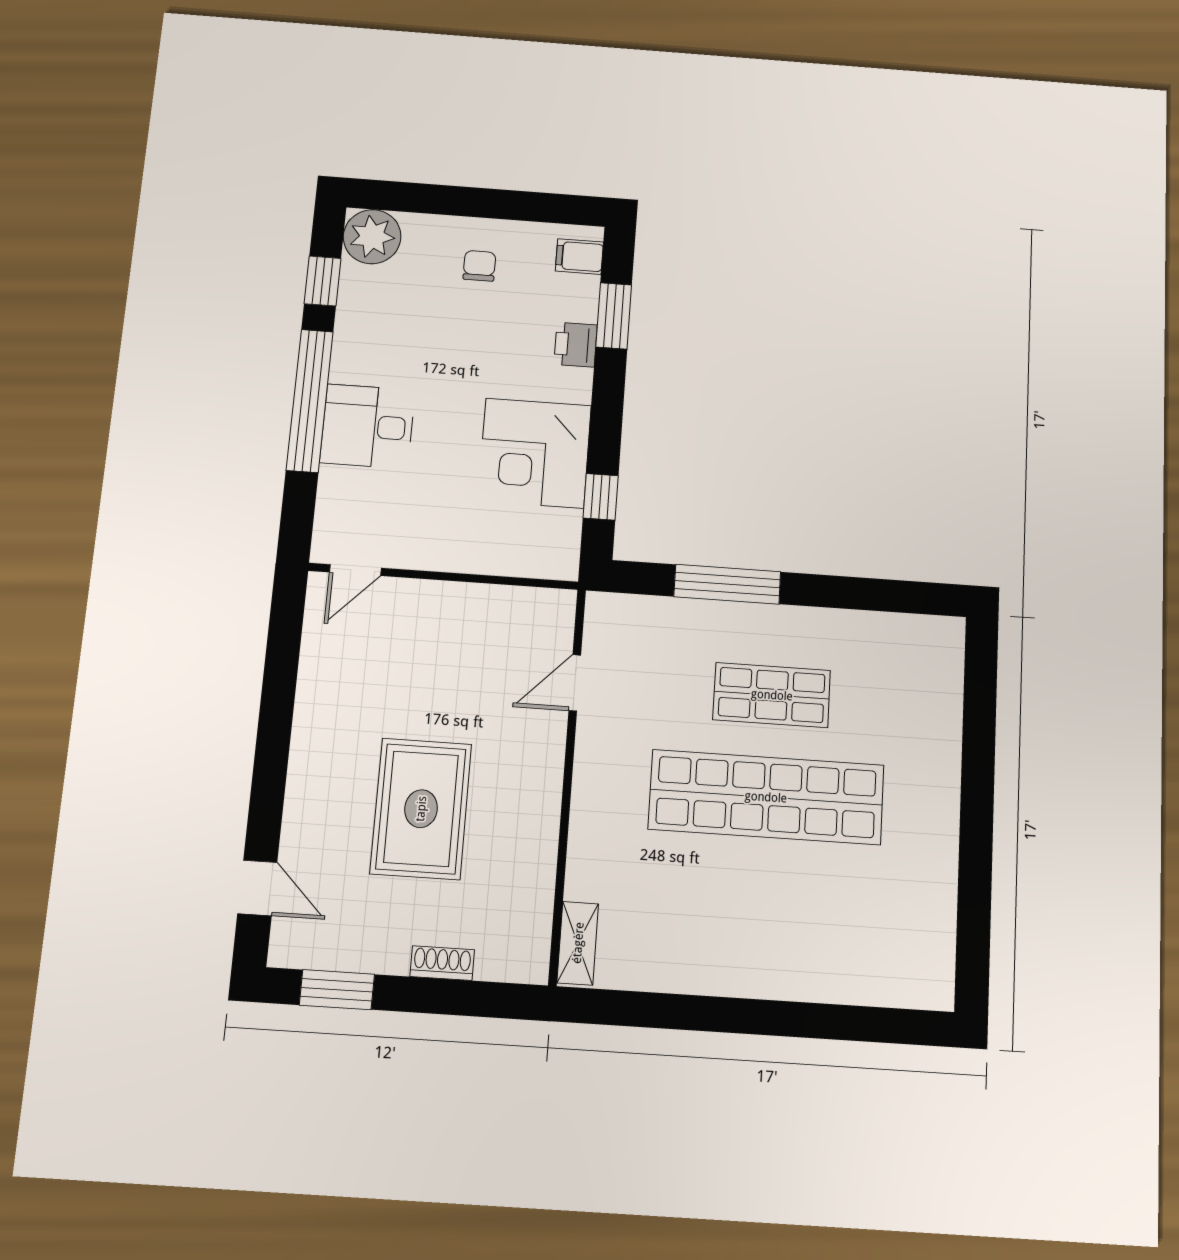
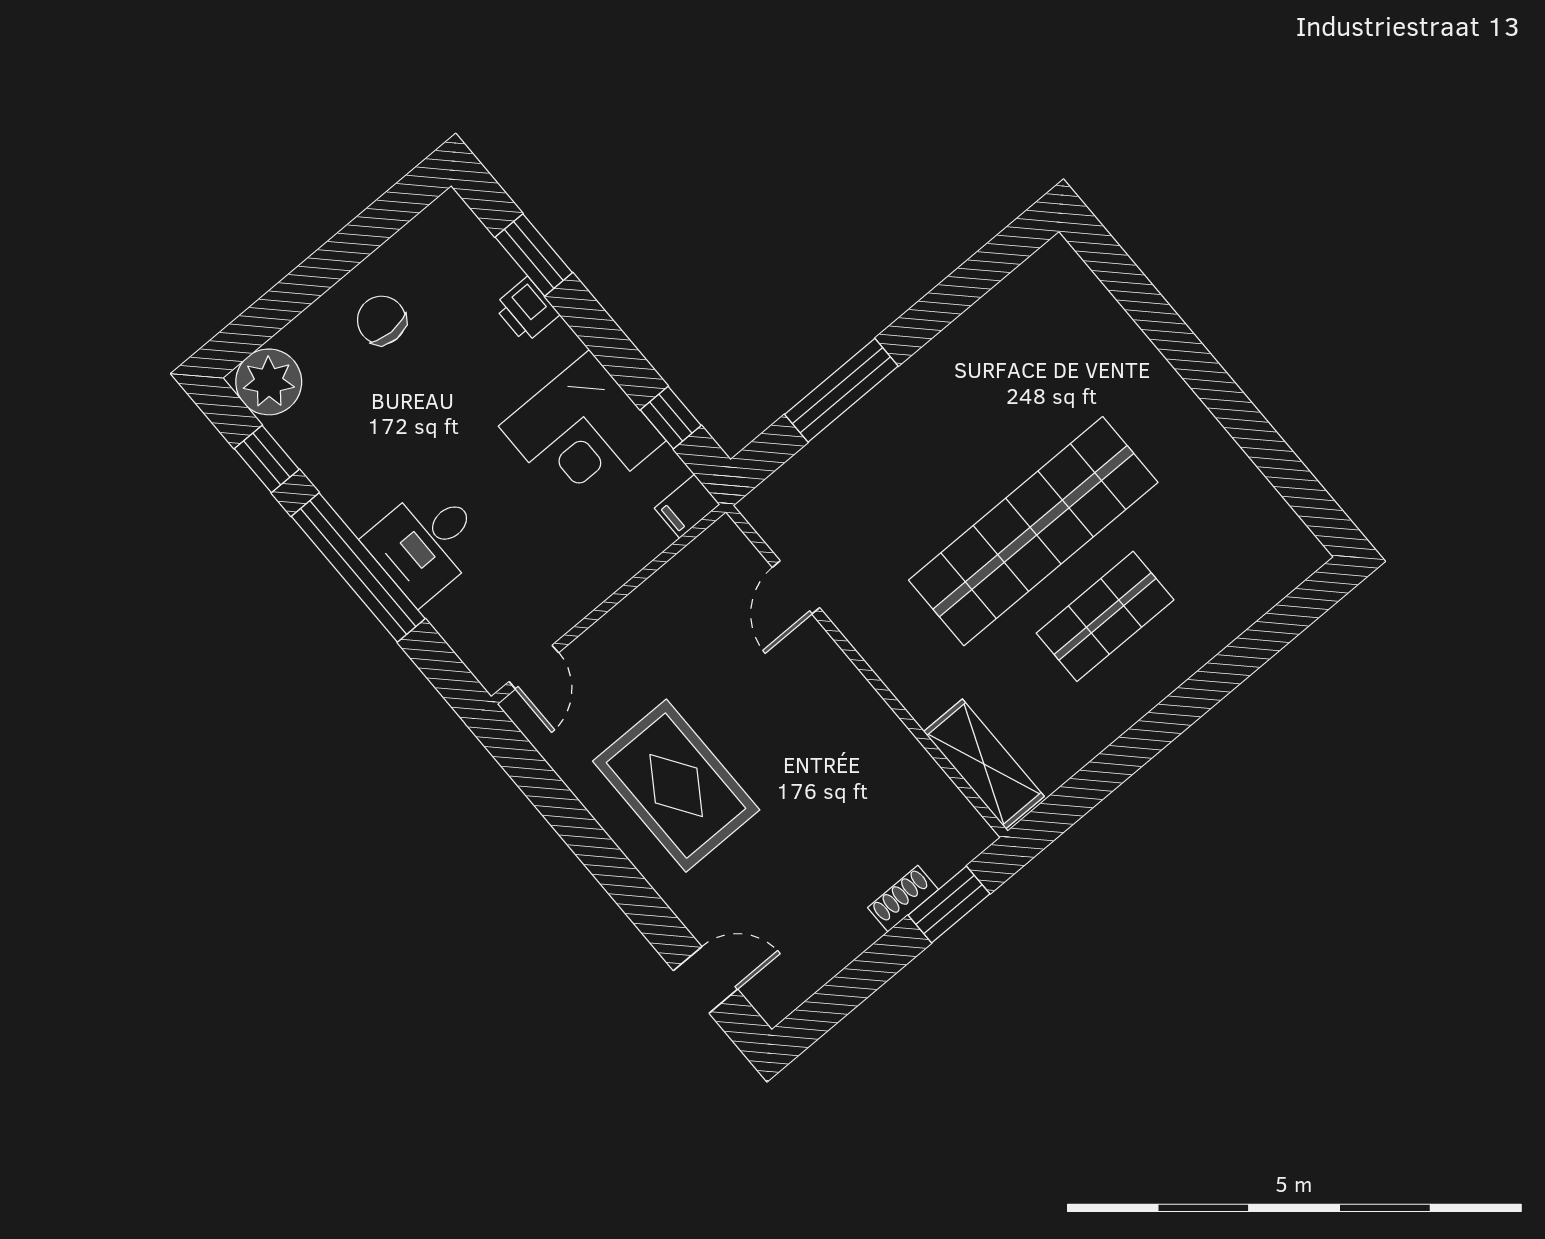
filing cabinet: (579, 256) -> (687, 506), moved
chair: (479, 266) -> (382, 320), width x1.37, depth x1.37
shop shelf: (772, 695) -> (1105, 616), moved
rug: (421, 809) -> (676, 786), moved
shelving: (578, 943) -> (984, 764), width x1.50, depth x1.33
window: (337, 990) -> (949, 905), moved

